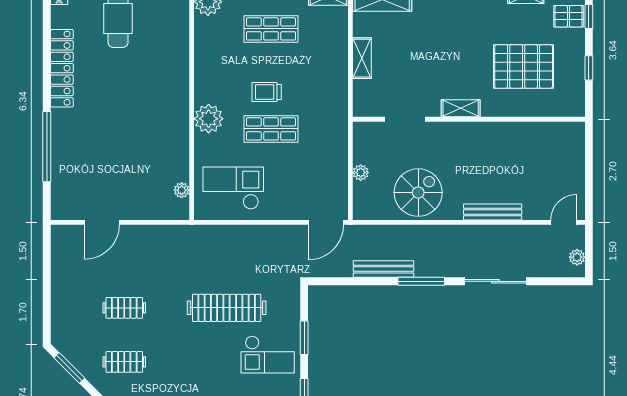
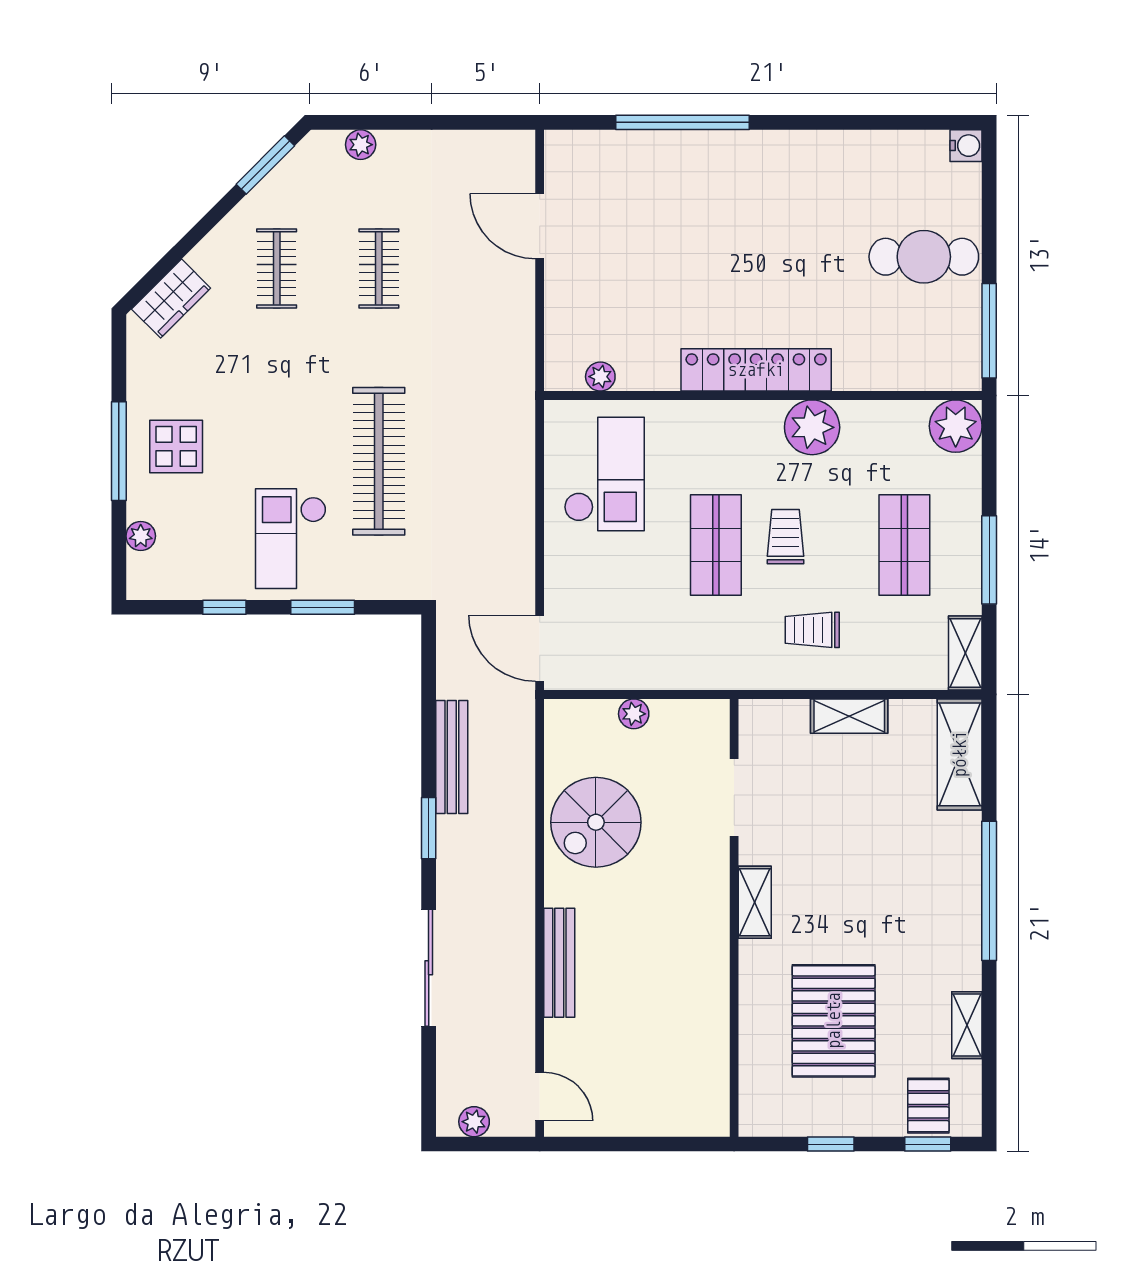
locker: (62, 68) -> (756, 370), moved, turned 180
trolley: (316, 78) -> (812, 630), added
plant: (209, 119) -> (812, 427), moved
spiral stairs: (418, 193) -> (596, 822), turned 90
window: (421, 281) -> (429, 828), width x0.69
plant: (59, 317) -> (361, 145), added

